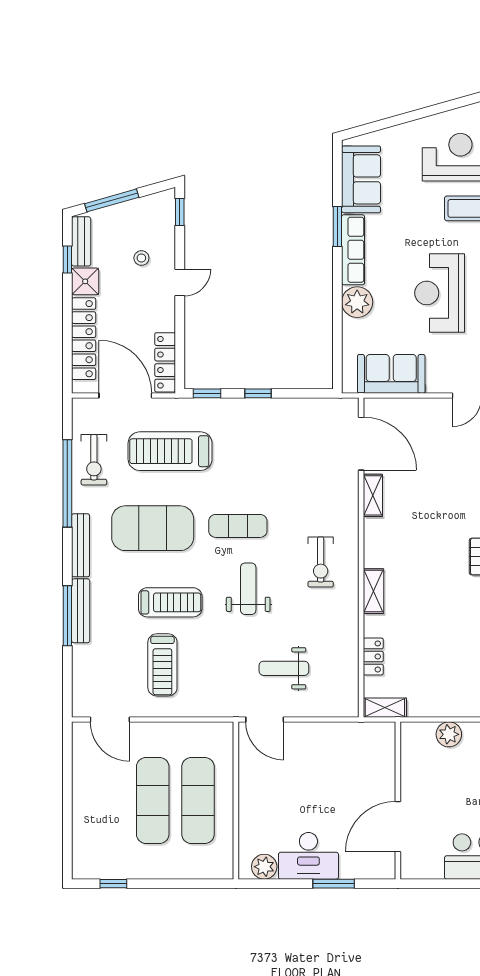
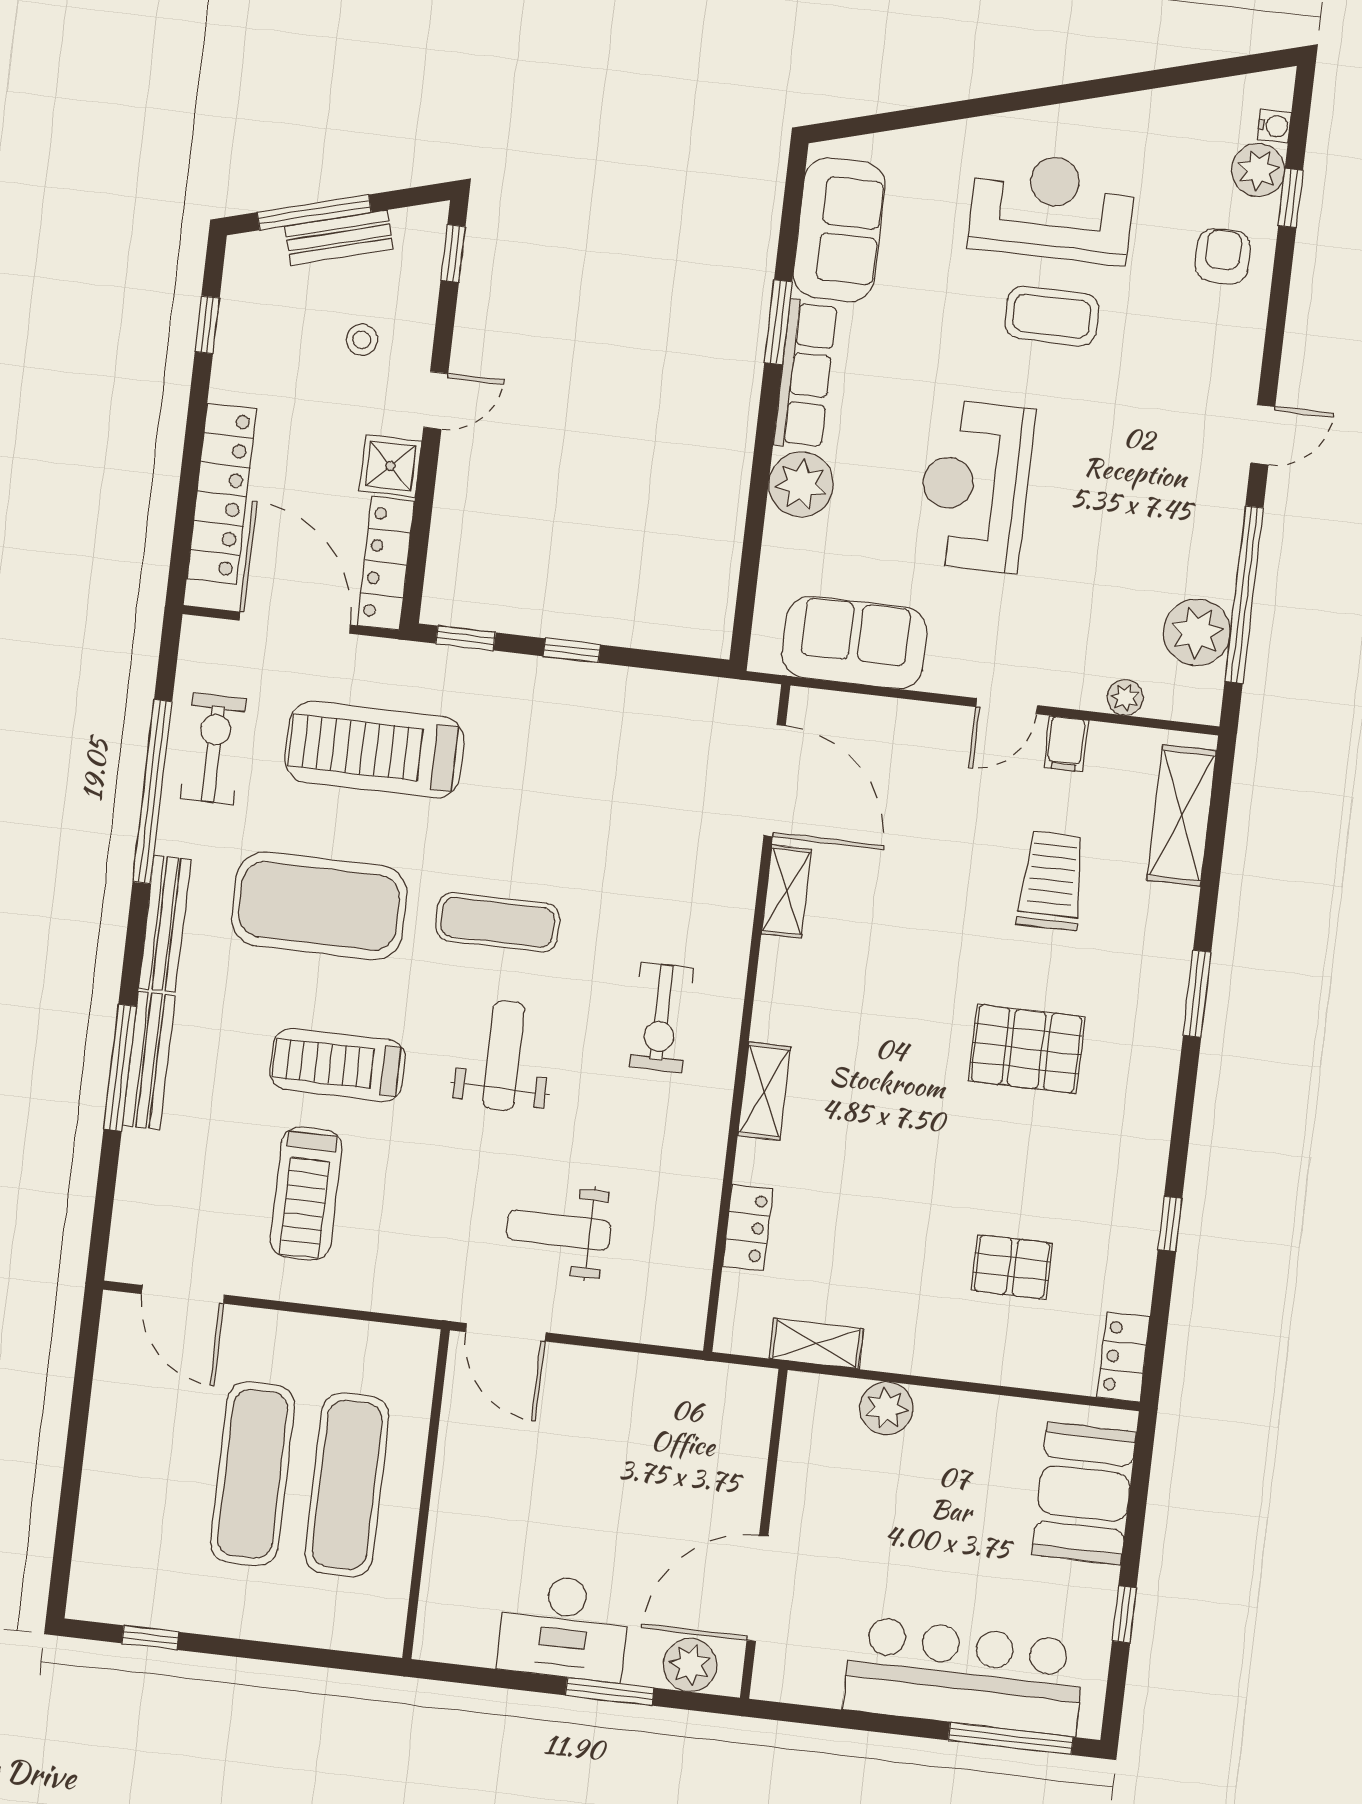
bench: (81, 241) -> (339, 238), moved, turned 74
shower: (85, 281) -> (391, 466), moved
exercise bike: (94, 460) -> (213, 749), turned 180
treadmill: (170, 602) -> (338, 1065), turned 180
shelving: (385, 708) -> (816, 1344), moved
plant: (264, 867) -> (690, 1665), moved

